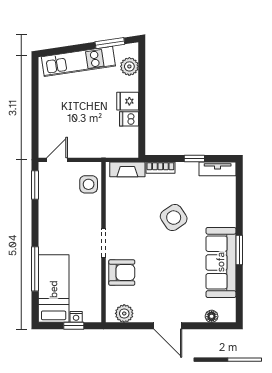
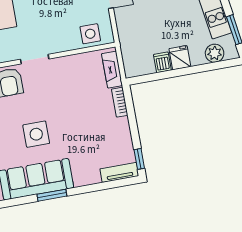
window: (194, 158) -> (139, 159), moved
tv unit: (218, 169) -> (119, 172), moved, turned 90
side table: (174, 218) -> (36, 134), moved, turned 34

